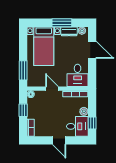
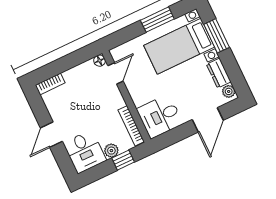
window: (62, 23) -> (217, 36), moved
window: (23, 70) -> (157, 20), moved
door: (52, 89) -> (116, 73), moved
window: (23, 110) -> (71, 61), removed
window: (92, 123) -> (123, 160), moved

